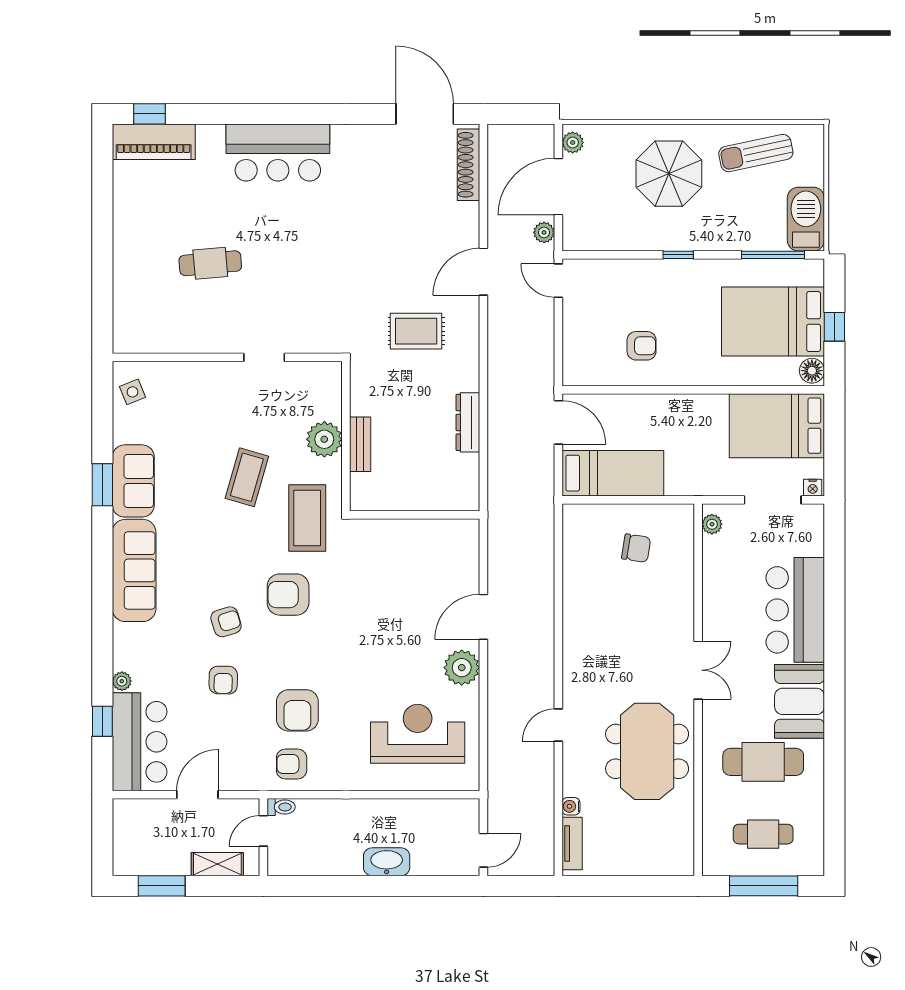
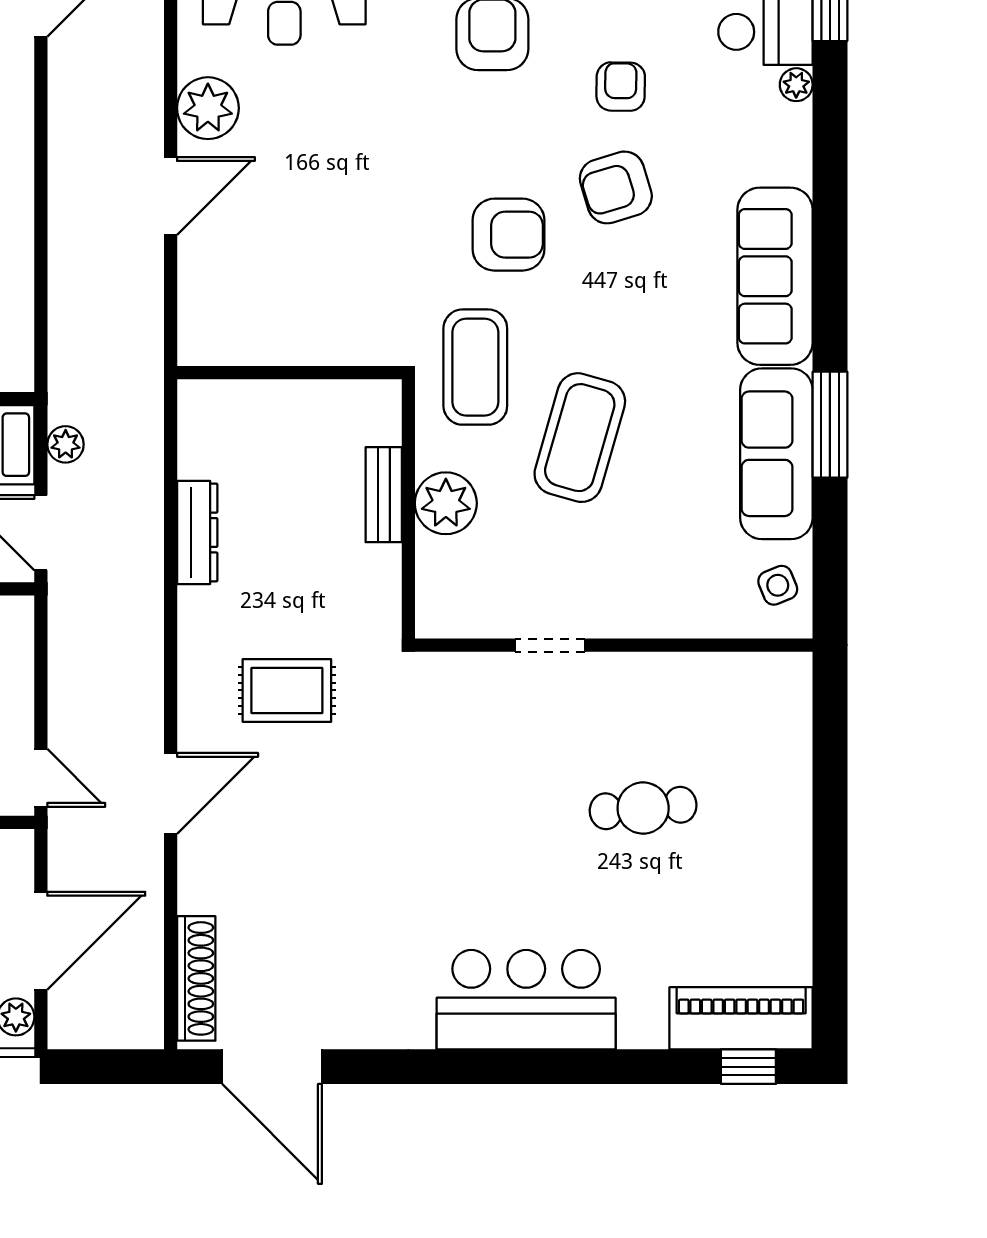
plant: (544, 232) -> (66, 444), moved
coffee table: (247, 477) -> (580, 438), width x1.36, depth x1.32
sofa: (133, 481) -> (776, 454), width x1.36
window: (102, 485) -> (830, 425), width x1.44
armchair: (226, 622) -> (616, 187), width x1.38, depth x1.38

